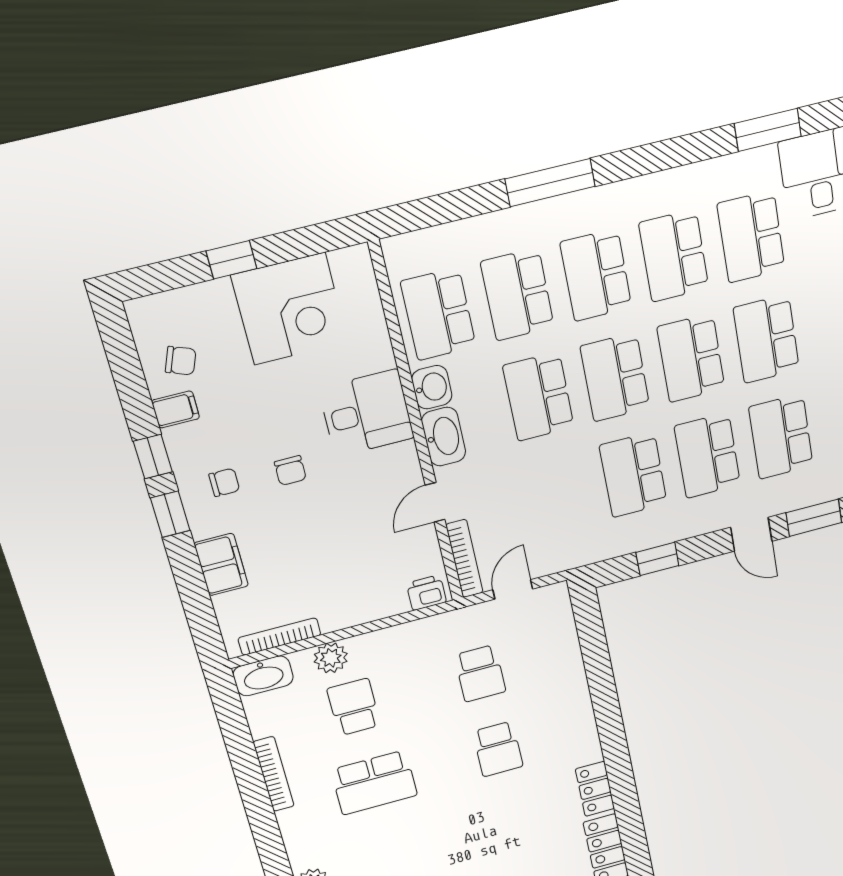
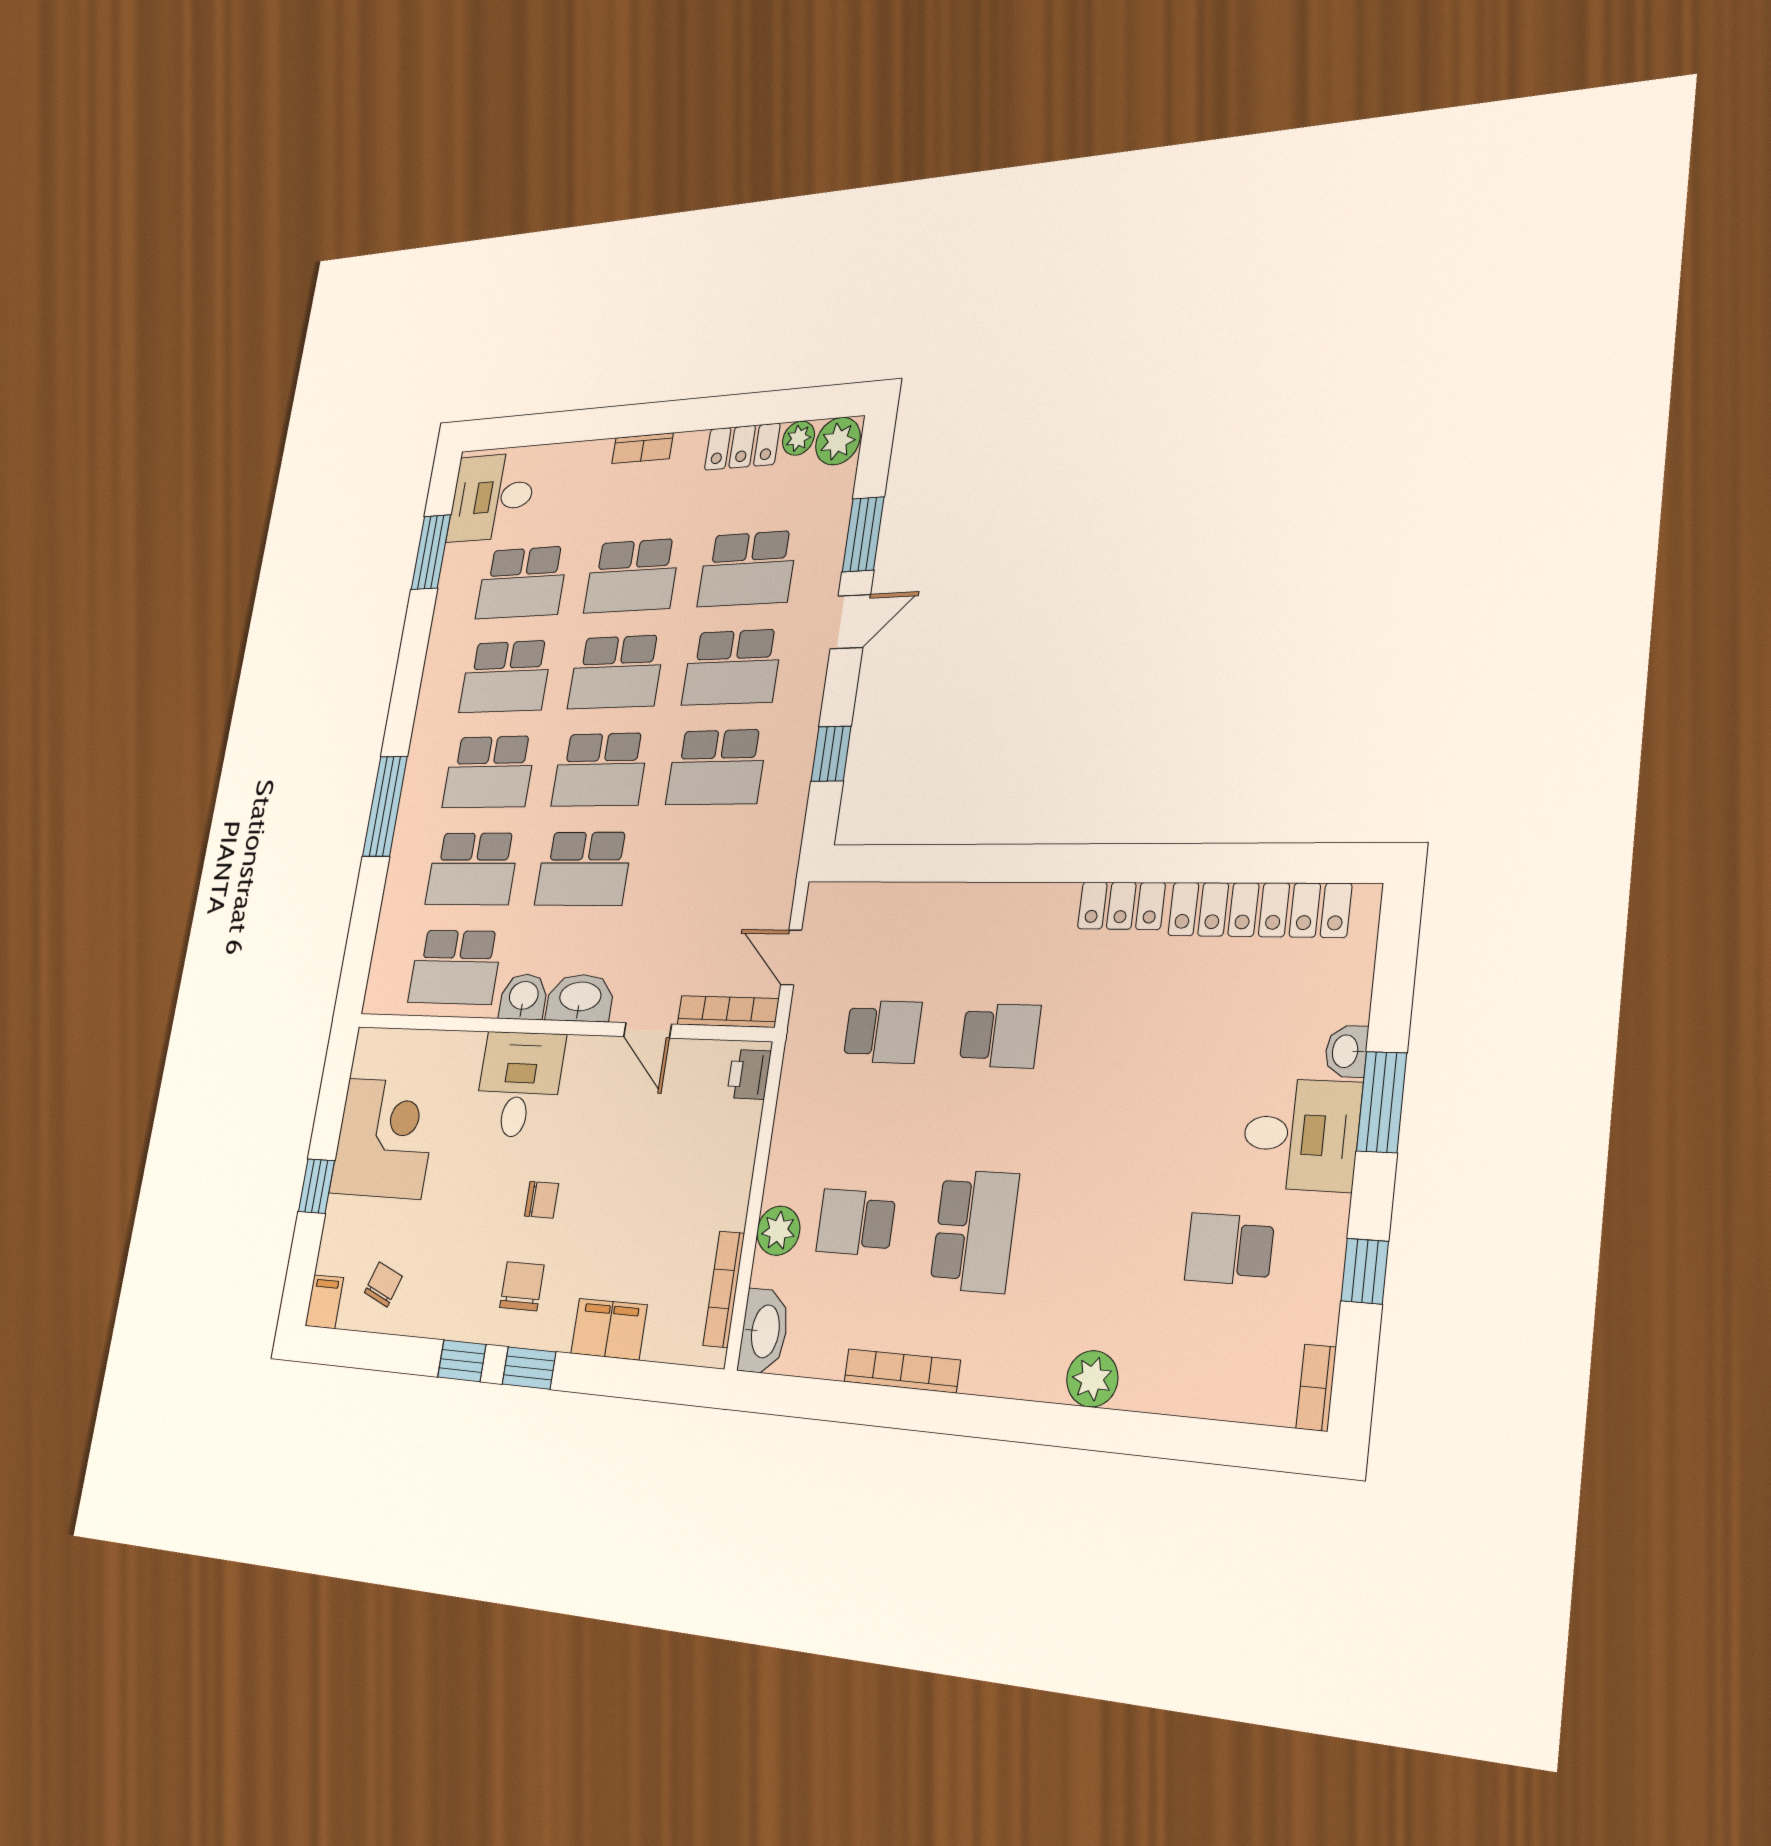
filing cabinet: (176, 409) -> (324, 1302), moved
chair: (224, 482) -> (522, 1286), width x1.37, depth x1.37

